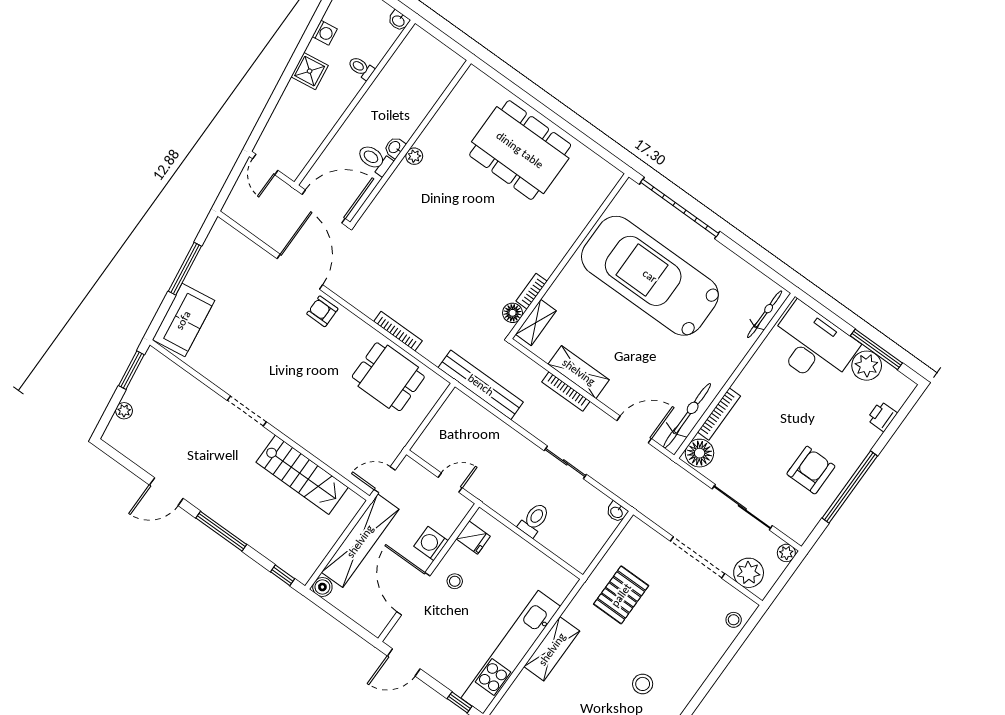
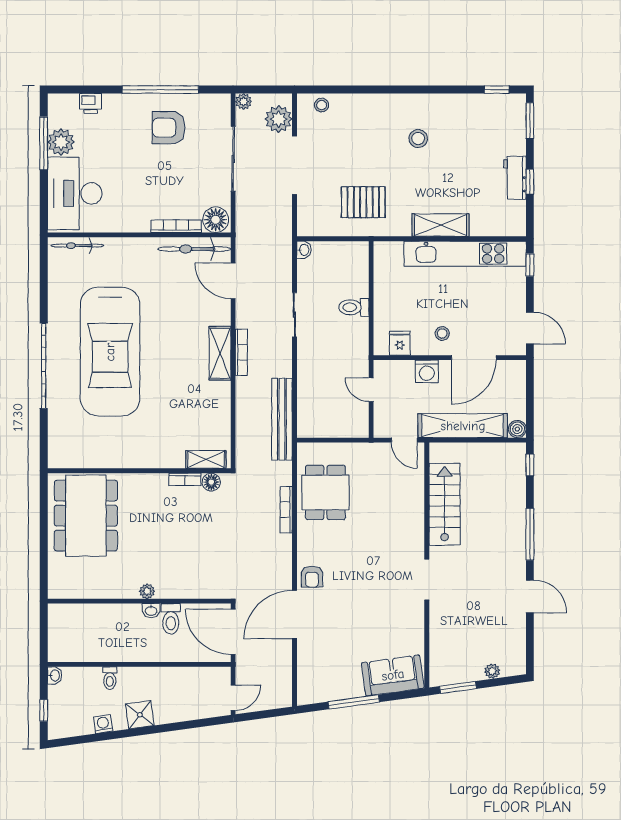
wall: (568, 256) -> (139, 471), moved
bookcase: (532, 291) -> (185, 479), moved
floor lamp: (512, 313) -> (211, 482), moved
shelving: (536, 323) -> (206, 459), moved

